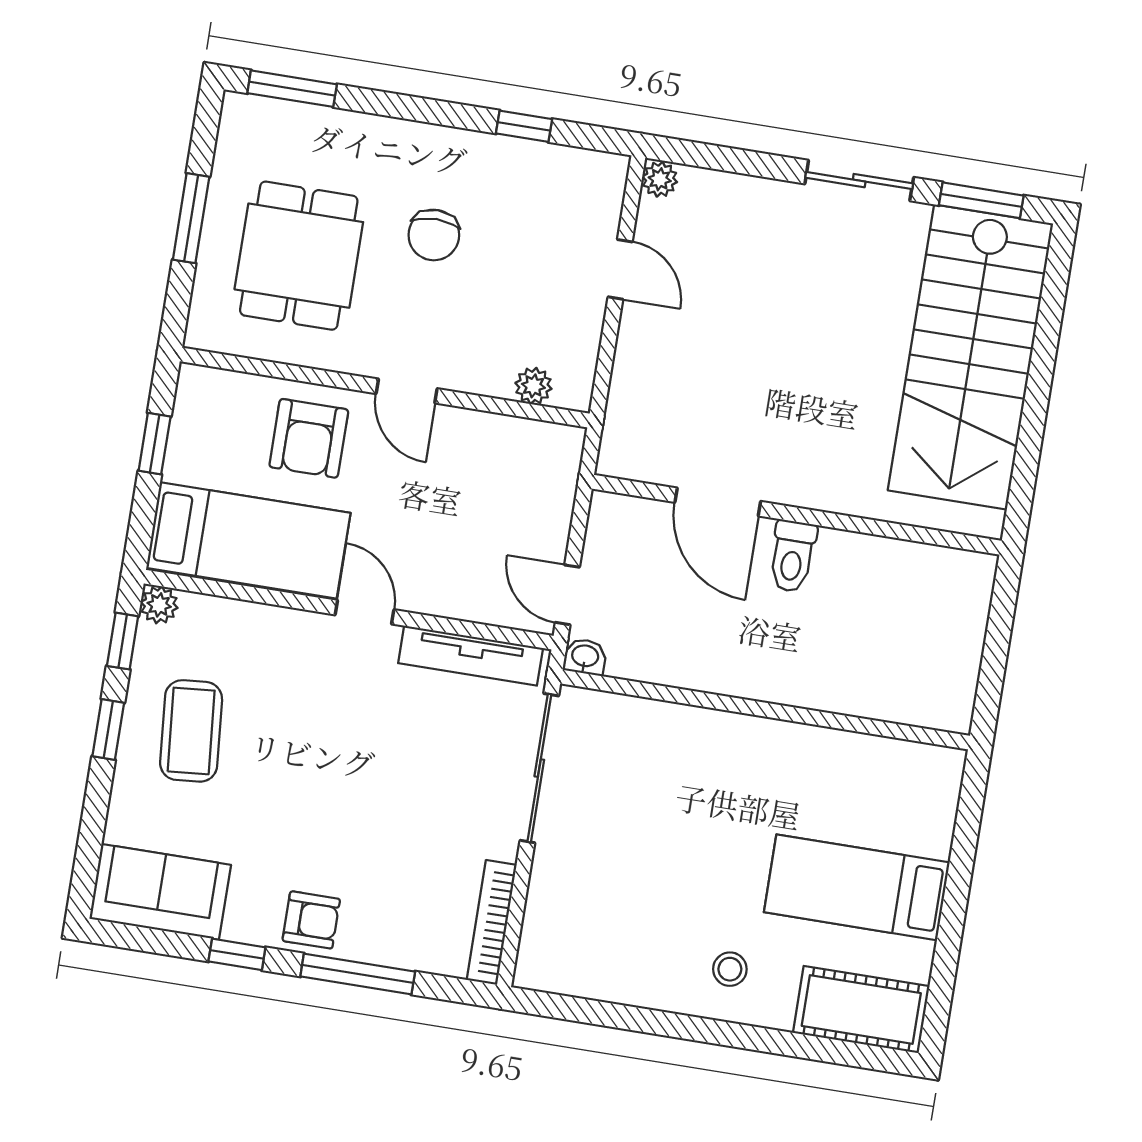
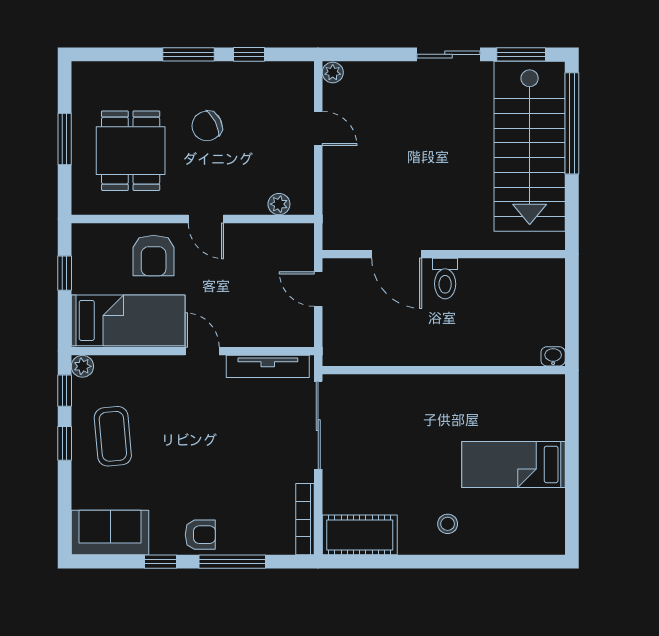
window: (292, 89) -> (189, 54), moved
chair: (434, 235) -> (207, 126), turned 63
window: (1048, 330) -> (572, 123), added
door: (567, 595) -> (318, 289), moved
washbasin: (585, 657) -> (553, 356), moved
cot: (861, 1009) -> (360, 535), moved

